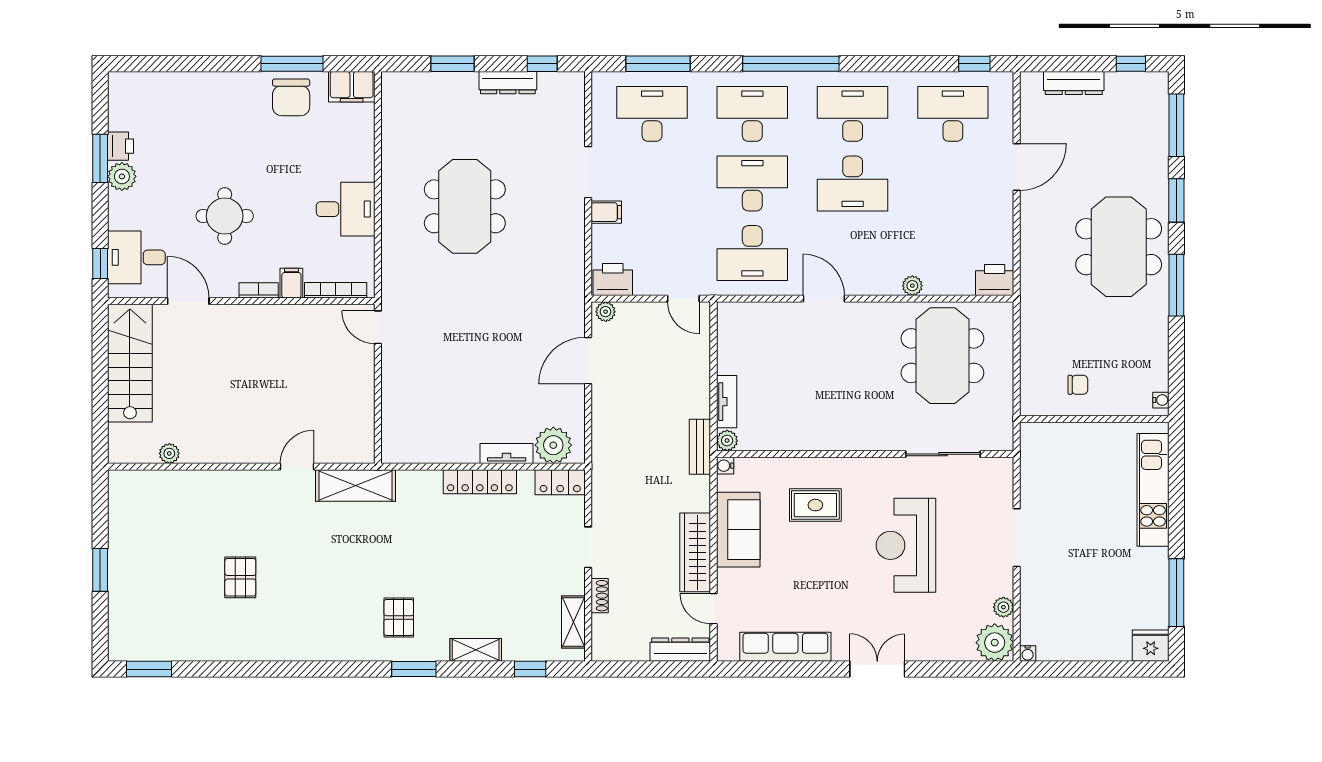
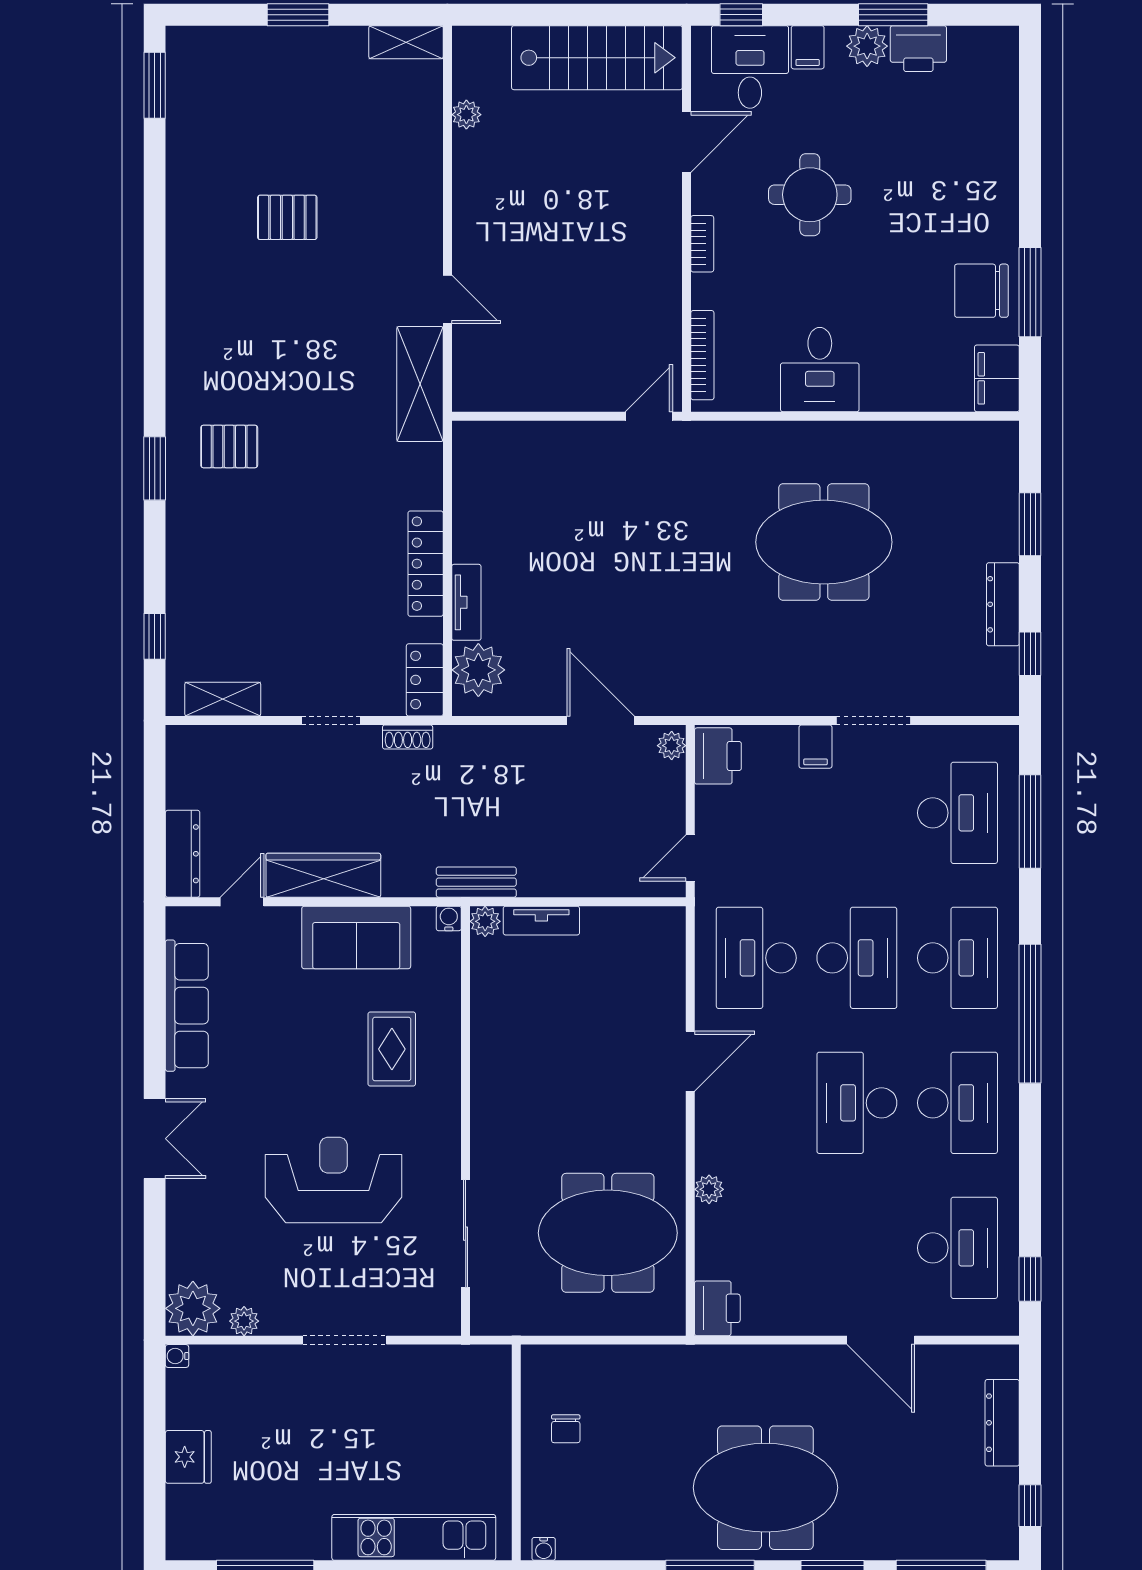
printer: (121, 146) -> (918, 49), width x1.36, depth x1.24
filing cabinet: (291, 283) -> (808, 47), moved, turned 90
shoe rack: (600, 596) -> (408, 737), moved
fridge: (1151, 646) -> (188, 1457), moved
shelving: (476, 650) -> (406, 42), moved, turned 90

